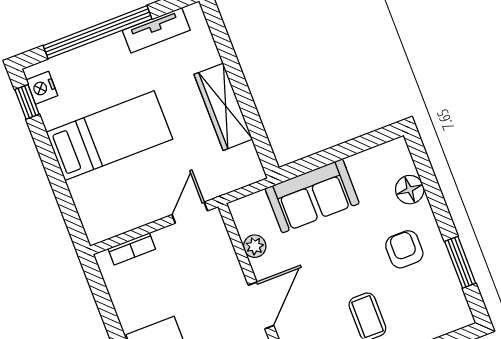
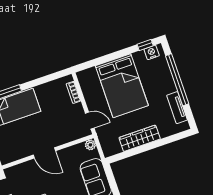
bed: (109, 136) -> (122, 86), width x1.50
plant: (255, 246) -> (90, 145), moved

